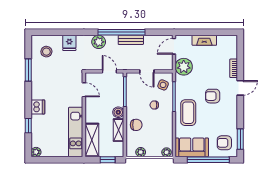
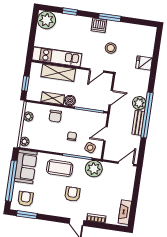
fireplace: (204, 40) -> (125, 212), moved
plant: (99, 42) -> (139, 103), moved
door: (174, 46) -> (126, 164), hinge flipped
stool: (46, 52) -> (111, 48), moved
plant: (184, 67) -> (94, 169), moved
window: (28, 70) -> (110, 17), moved
dishwasher: (38, 107) -> (99, 25), moved
shelving: (92, 140) -> (58, 73), moved
plant: (36, 152) -> (47, 20), width x1.88, depth x1.88

